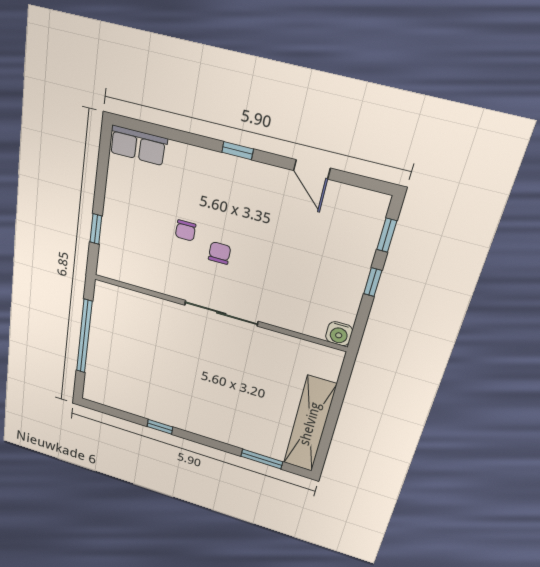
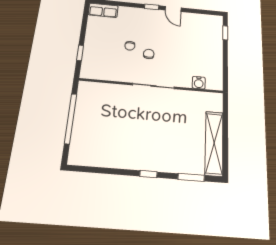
door: (312, 169) -> (173, 9), moved
window: (373, 282) -> (225, 55), removed
water cooler: (339, 334) -> (199, 83), moved
window: (160, 427) -> (149, 174), moved

